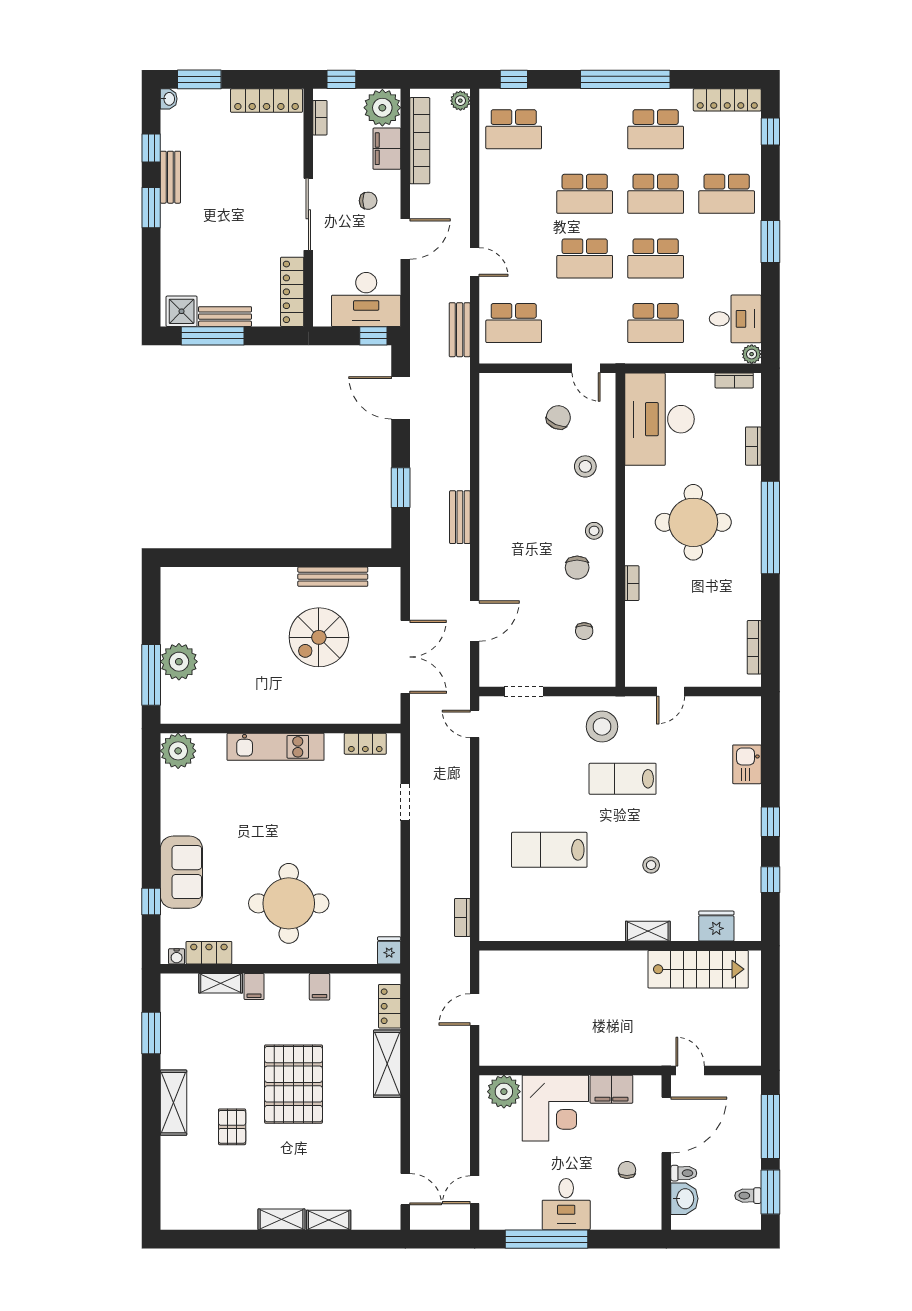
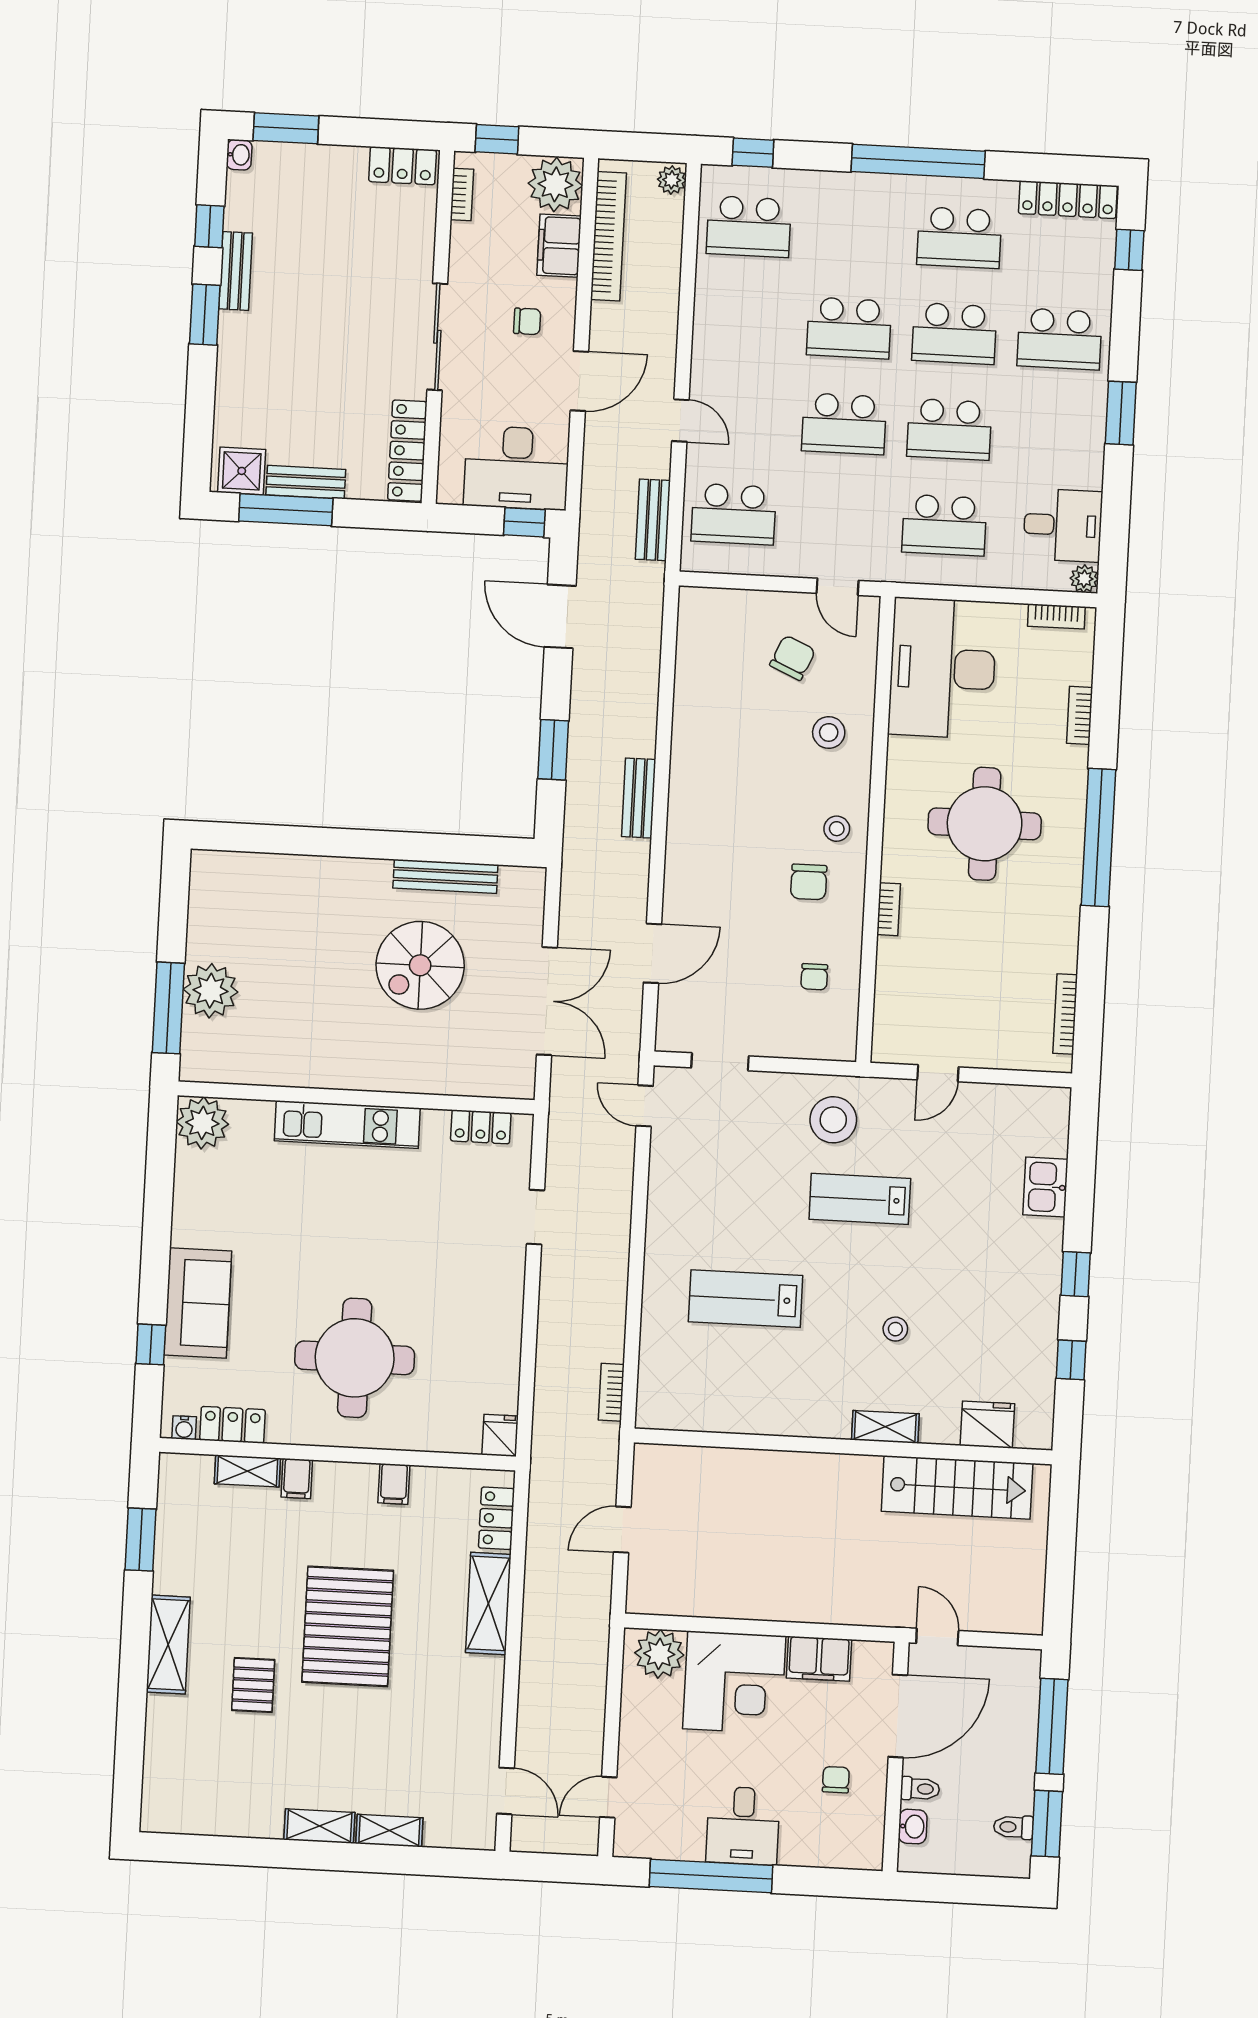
locker: (267, 101) -> (403, 166), width x0.66
washbasin: (684, 1199) -> (913, 1827), width x0.72, depth x0.69

